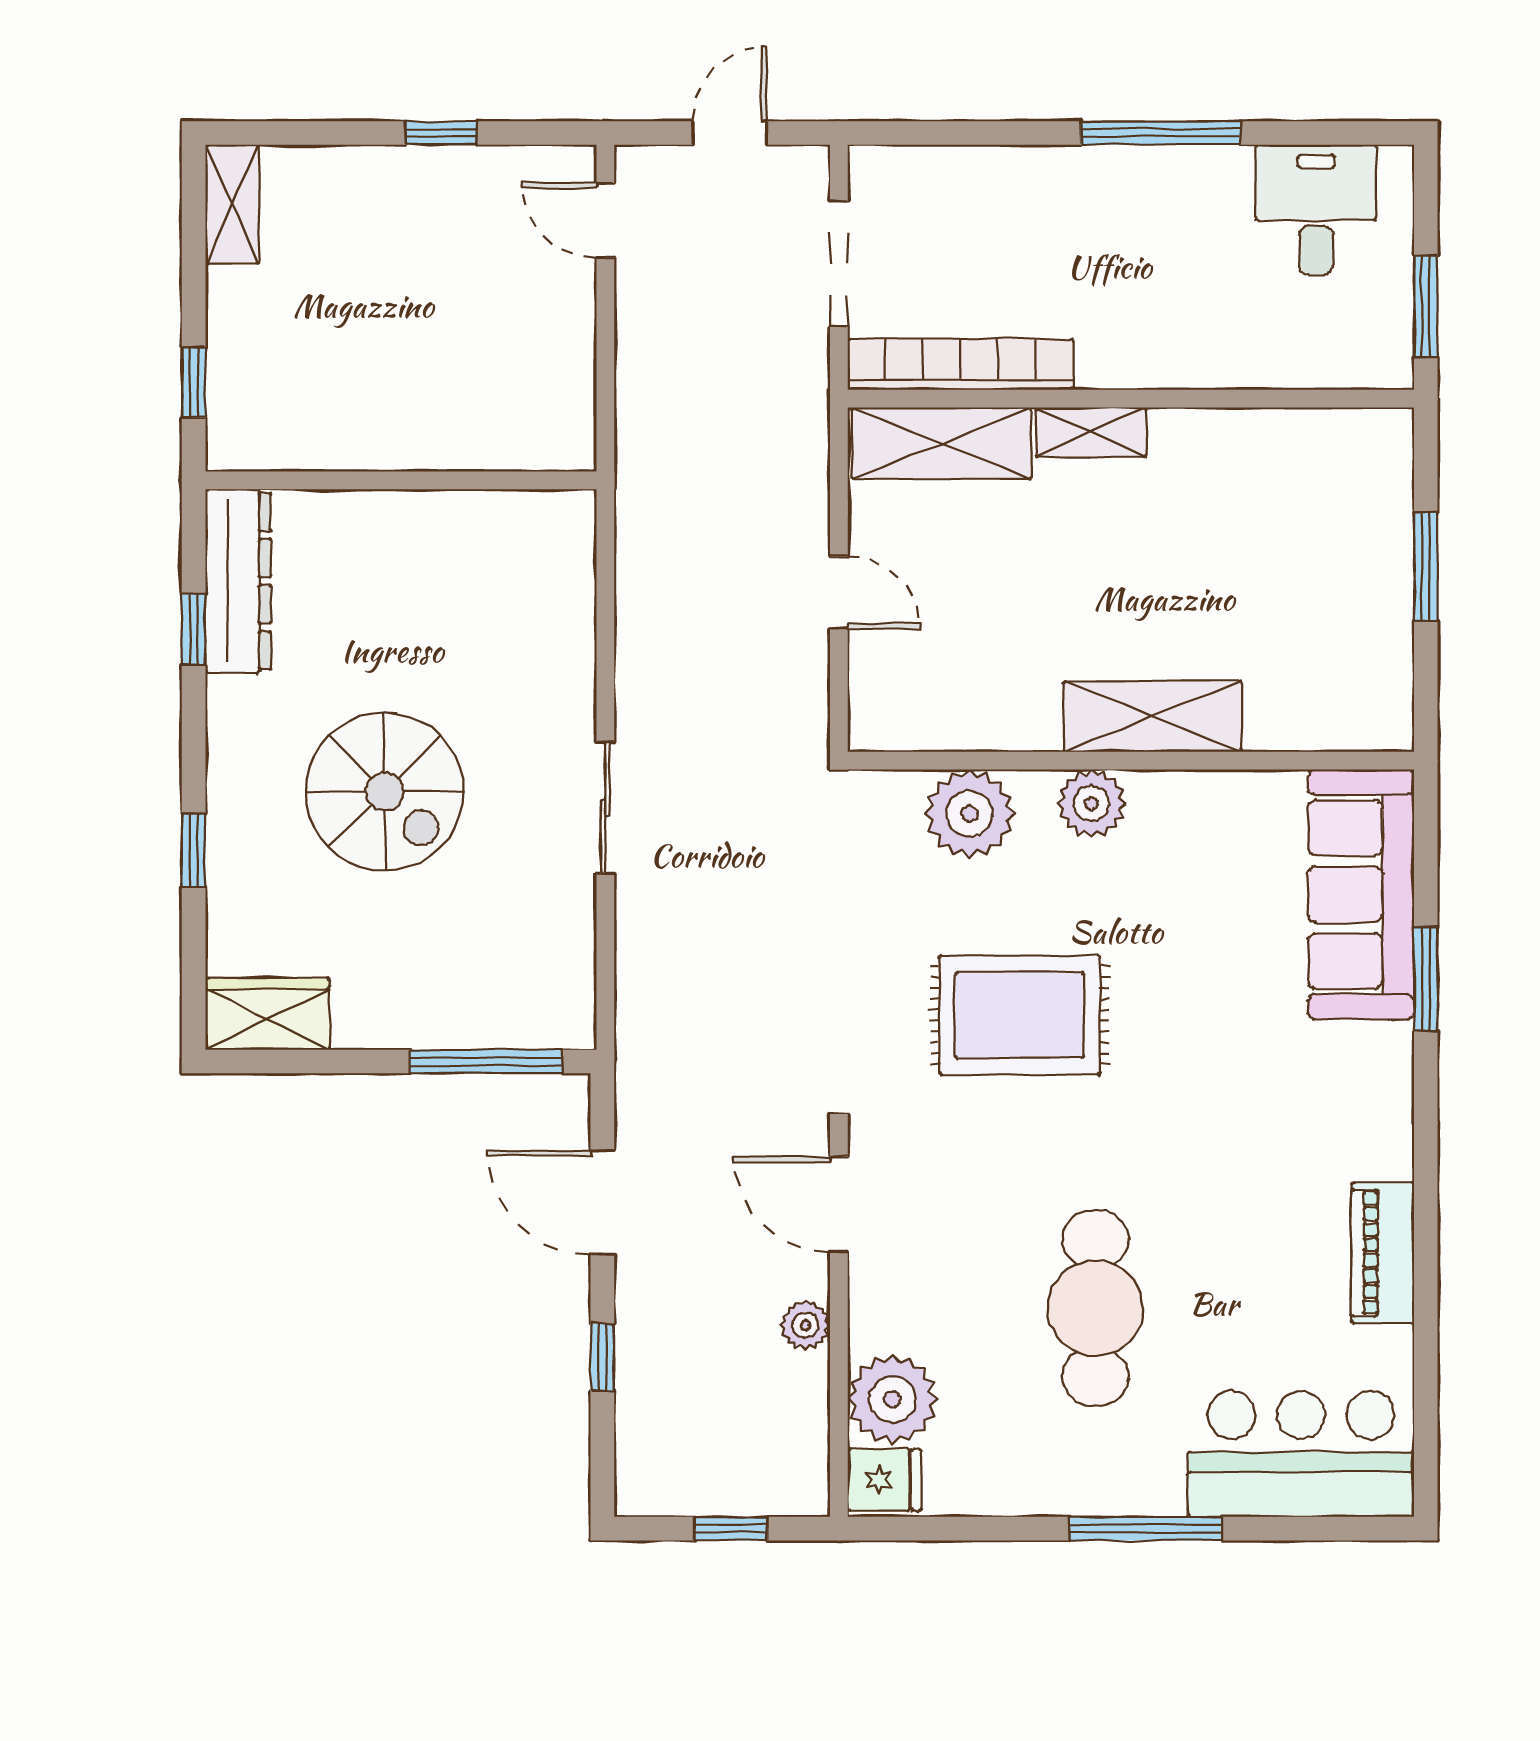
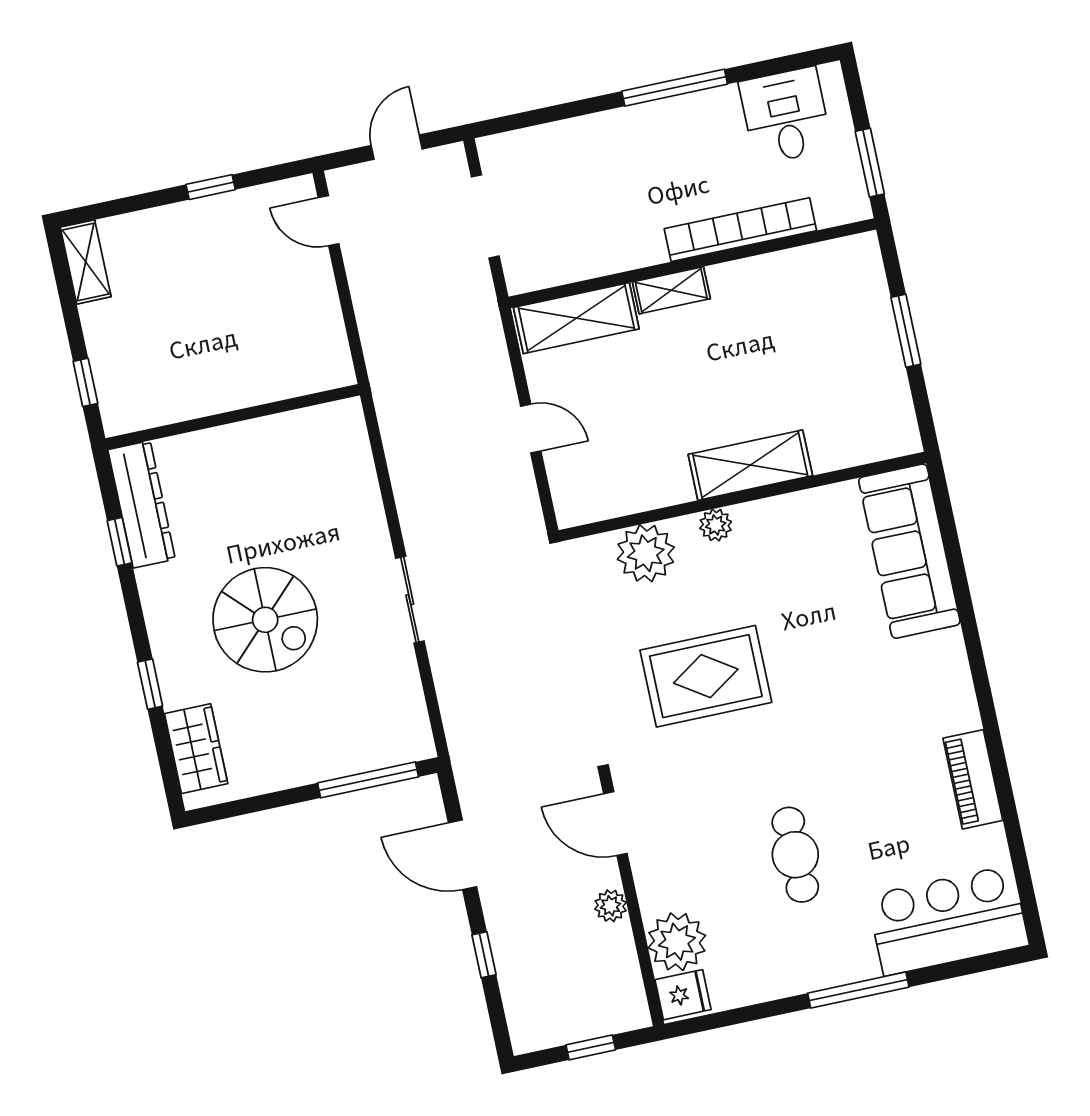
bookcase: (960, 364) -> (740, 230), moved
plant: (1092, 803) -> (716, 525), width x0.73, depth x0.73
window: (1426, 979) -> (963, 597), removed
wardrobe: (267, 1014) -> (196, 749), moved, turned 90
cafe table: (1096, 1308) -> (795, 855), width x0.73, depth x0.74

